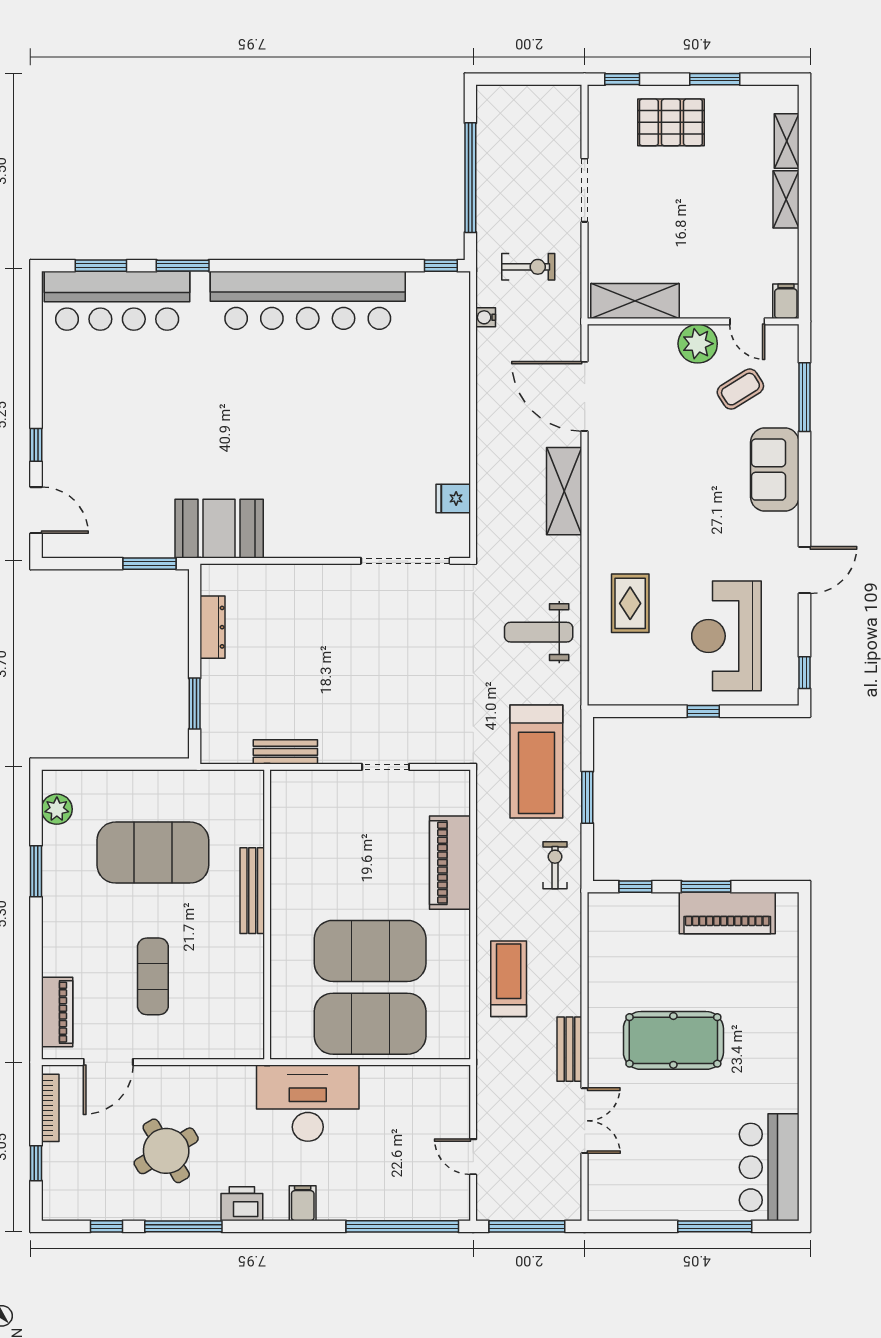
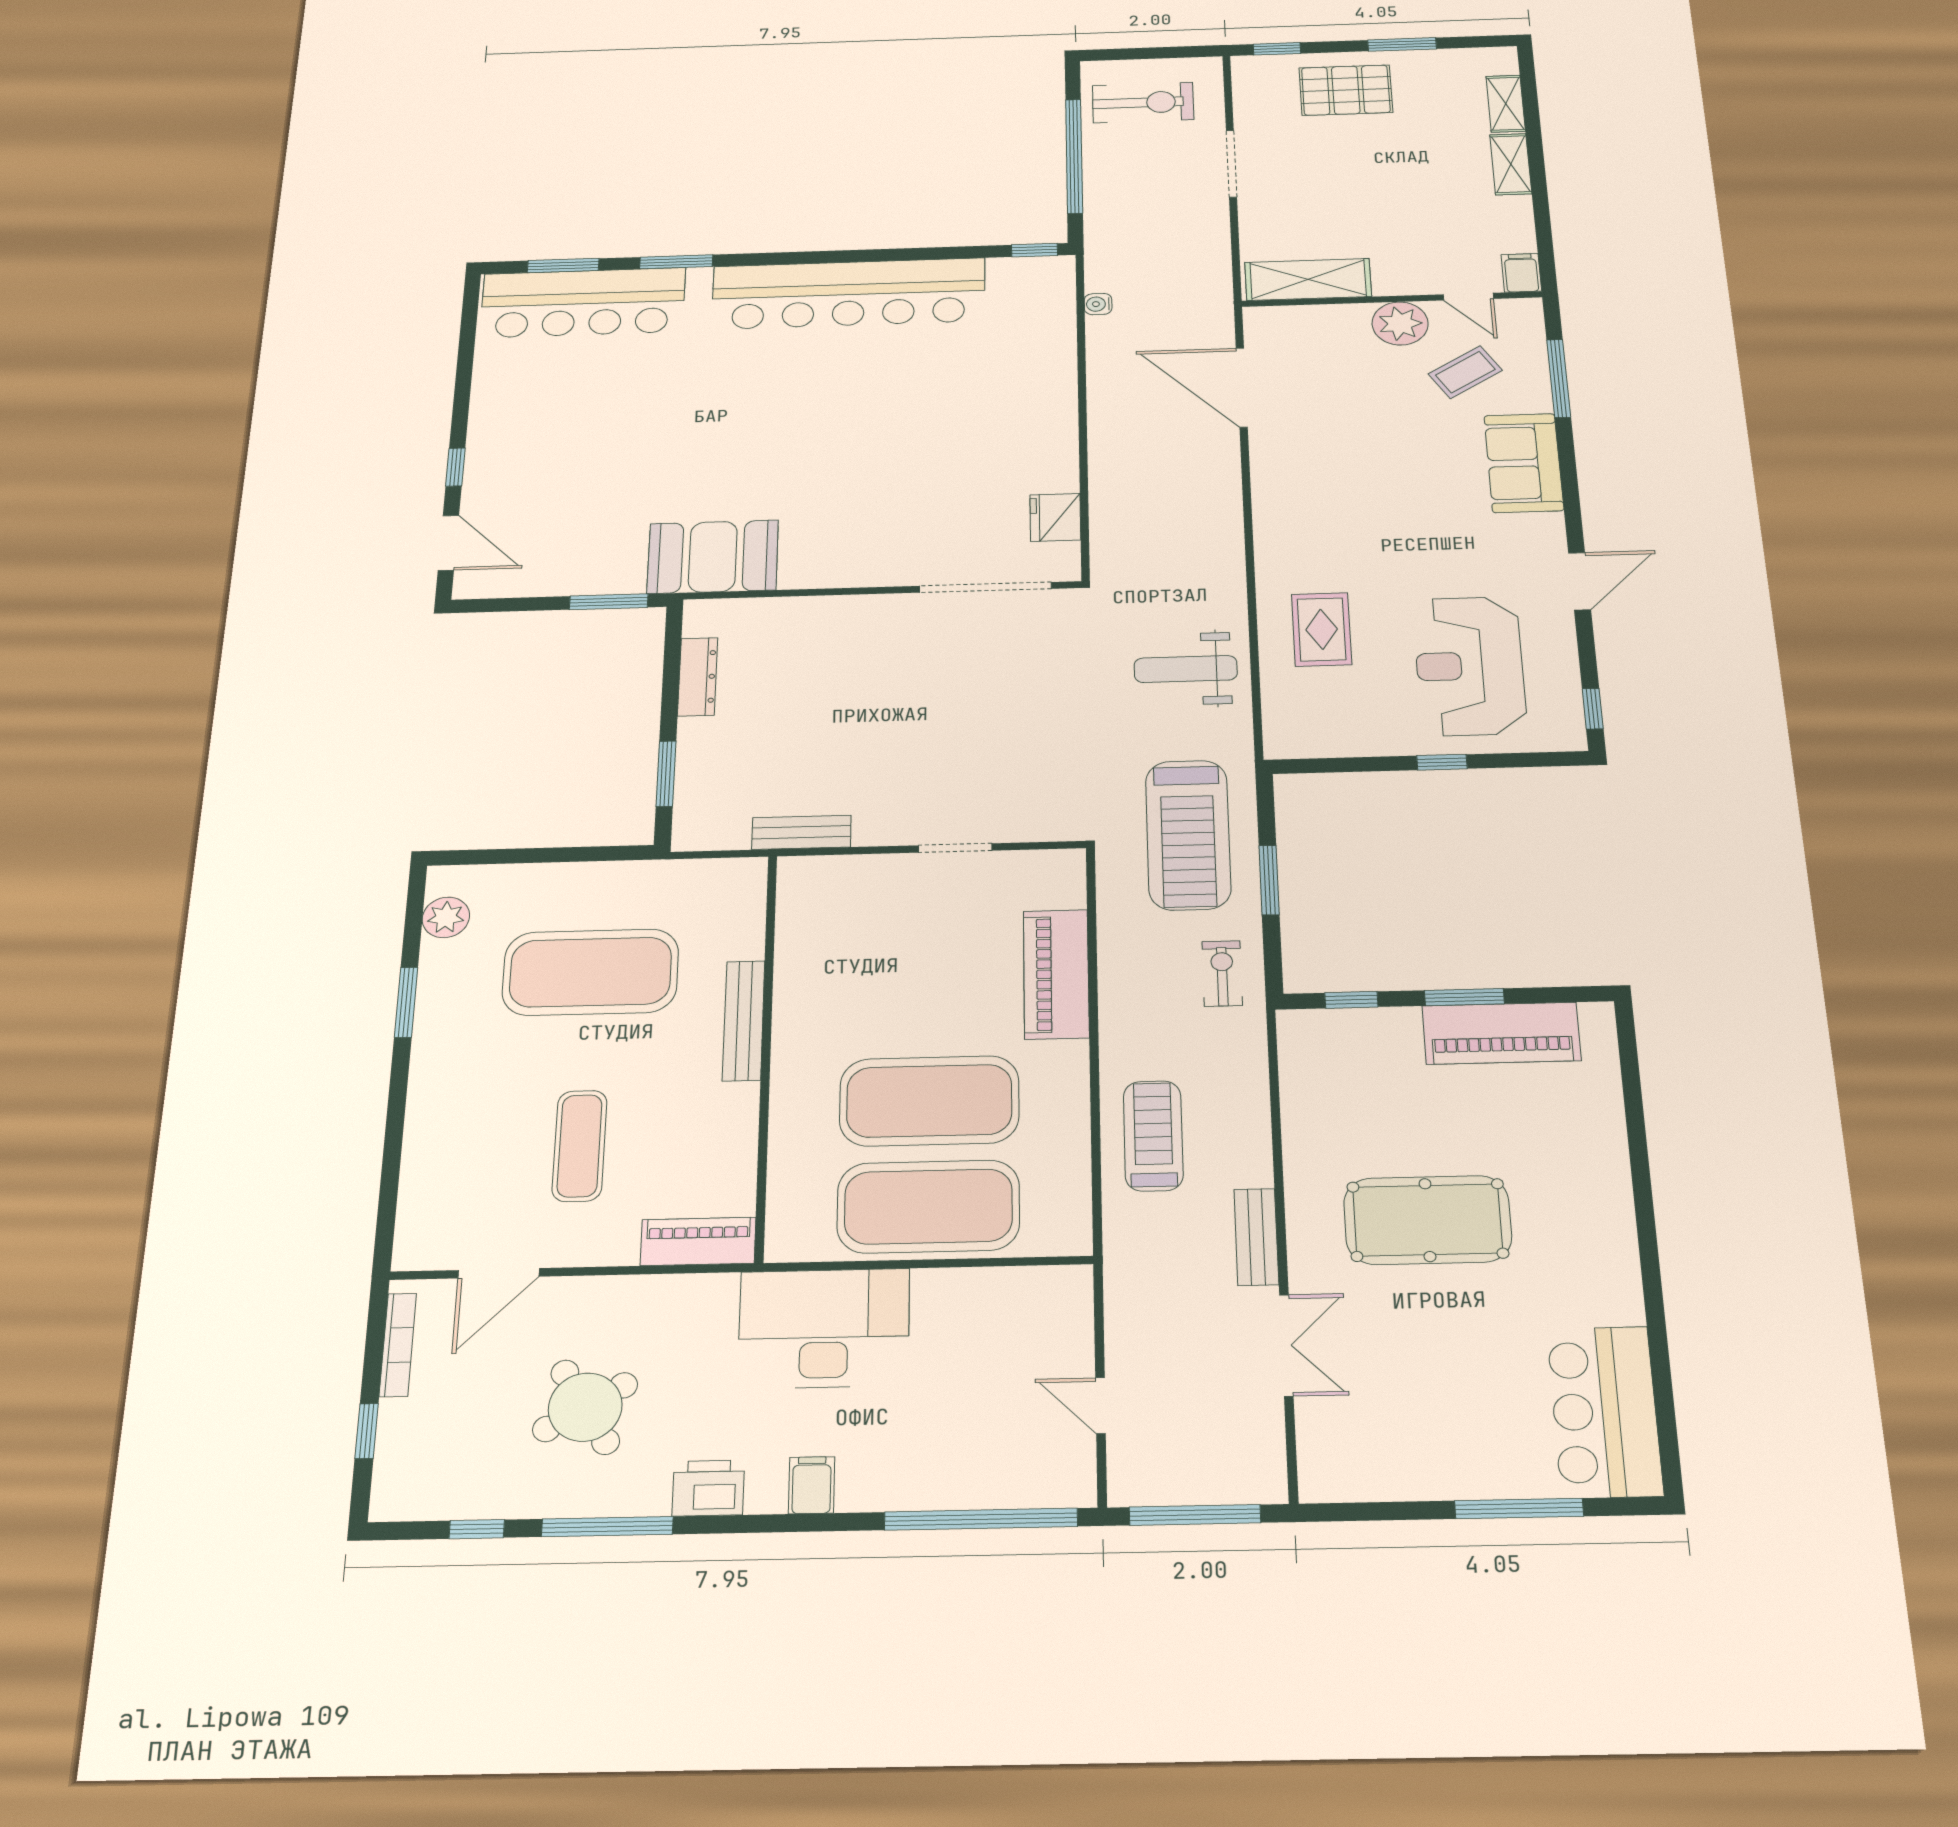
exercise bike: (528, 267) -> (1143, 103), moved, width x1.38, depth x1.39
shelving: (564, 491) -> (1217, 497), removed
fridge: (453, 498) -> (1055, 517), width x1.38
piano: (57, 1012) -> (698, 1241), moved, turned -90

